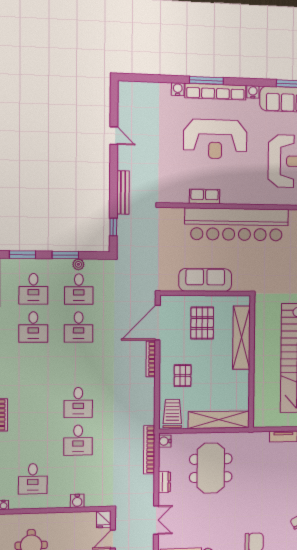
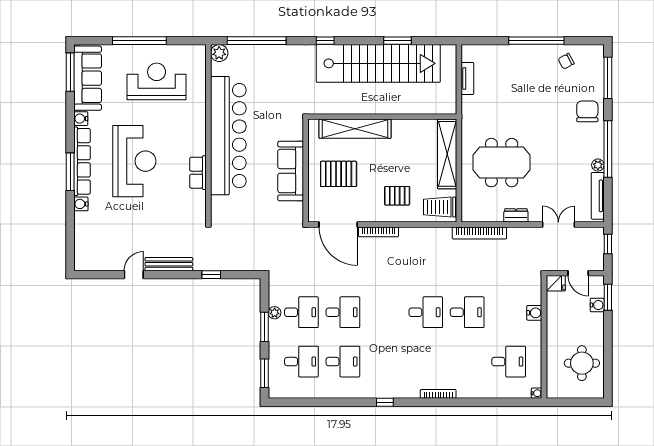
bench: (123, 192) -> (169, 264), moved
window: (113, 227) -> (211, 275), moved
water cooler: (165, 441) -> (470, 215), removed

